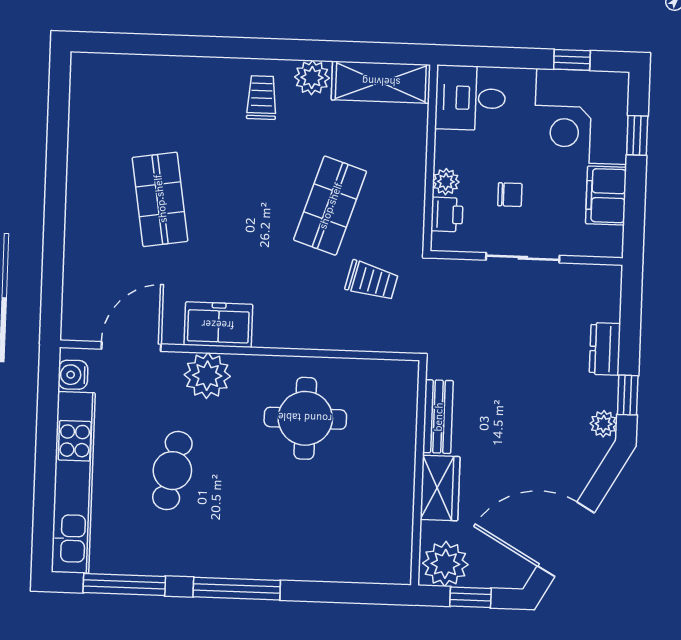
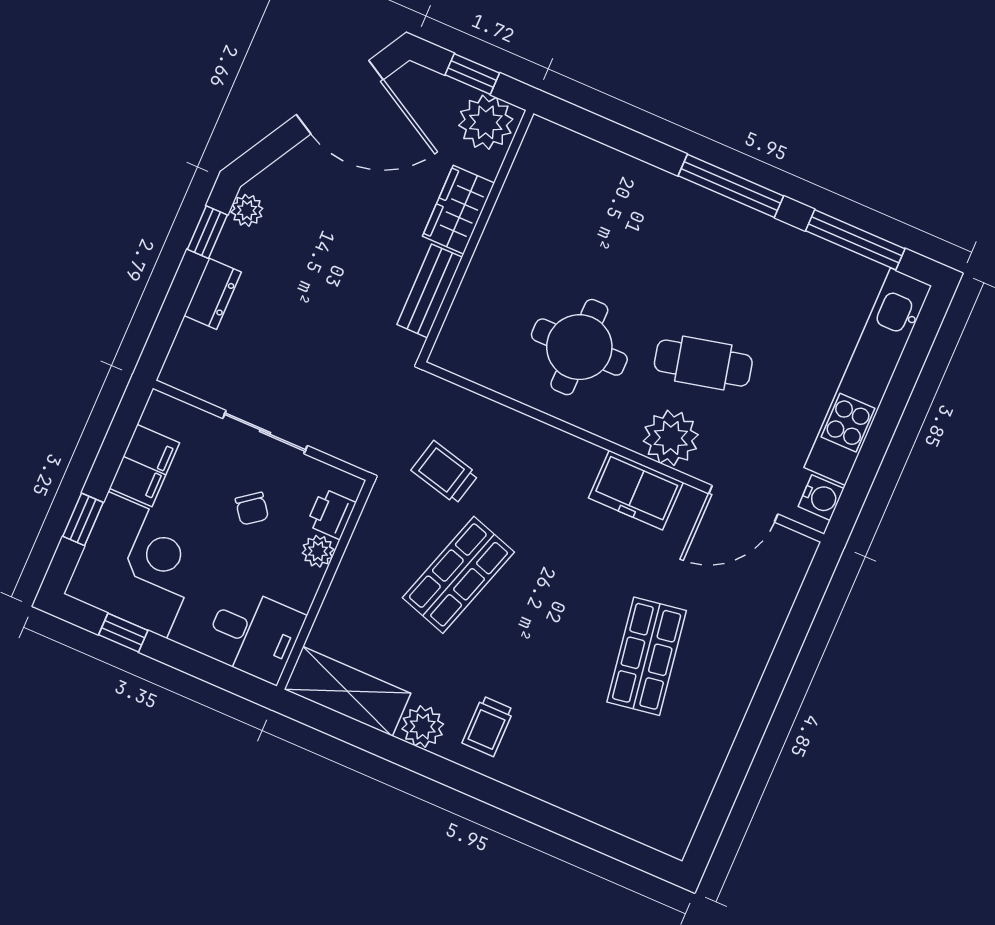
chair: (510, 195) -> (252, 509), turned -127
cafe table: (172, 471) -> (703, 363), moved, turned 66

